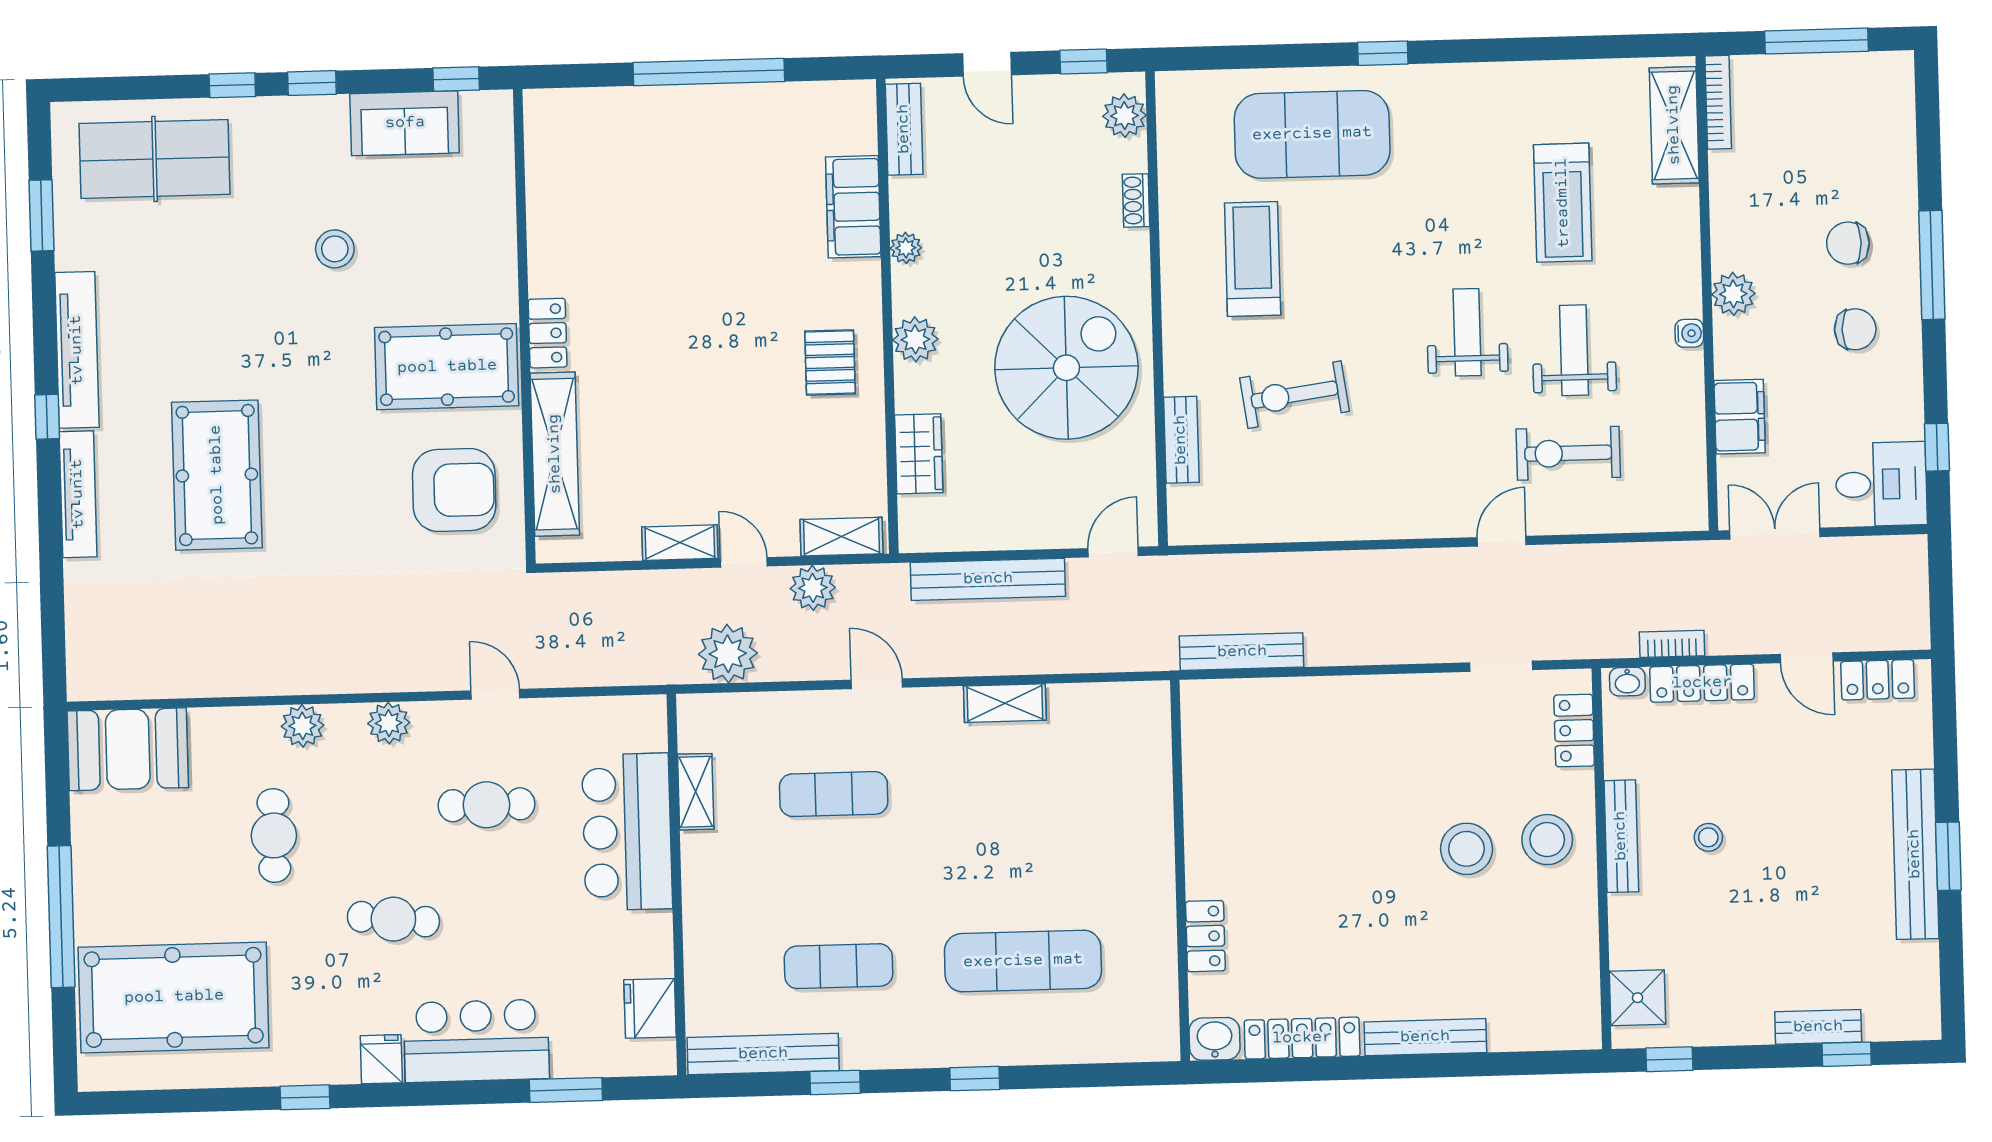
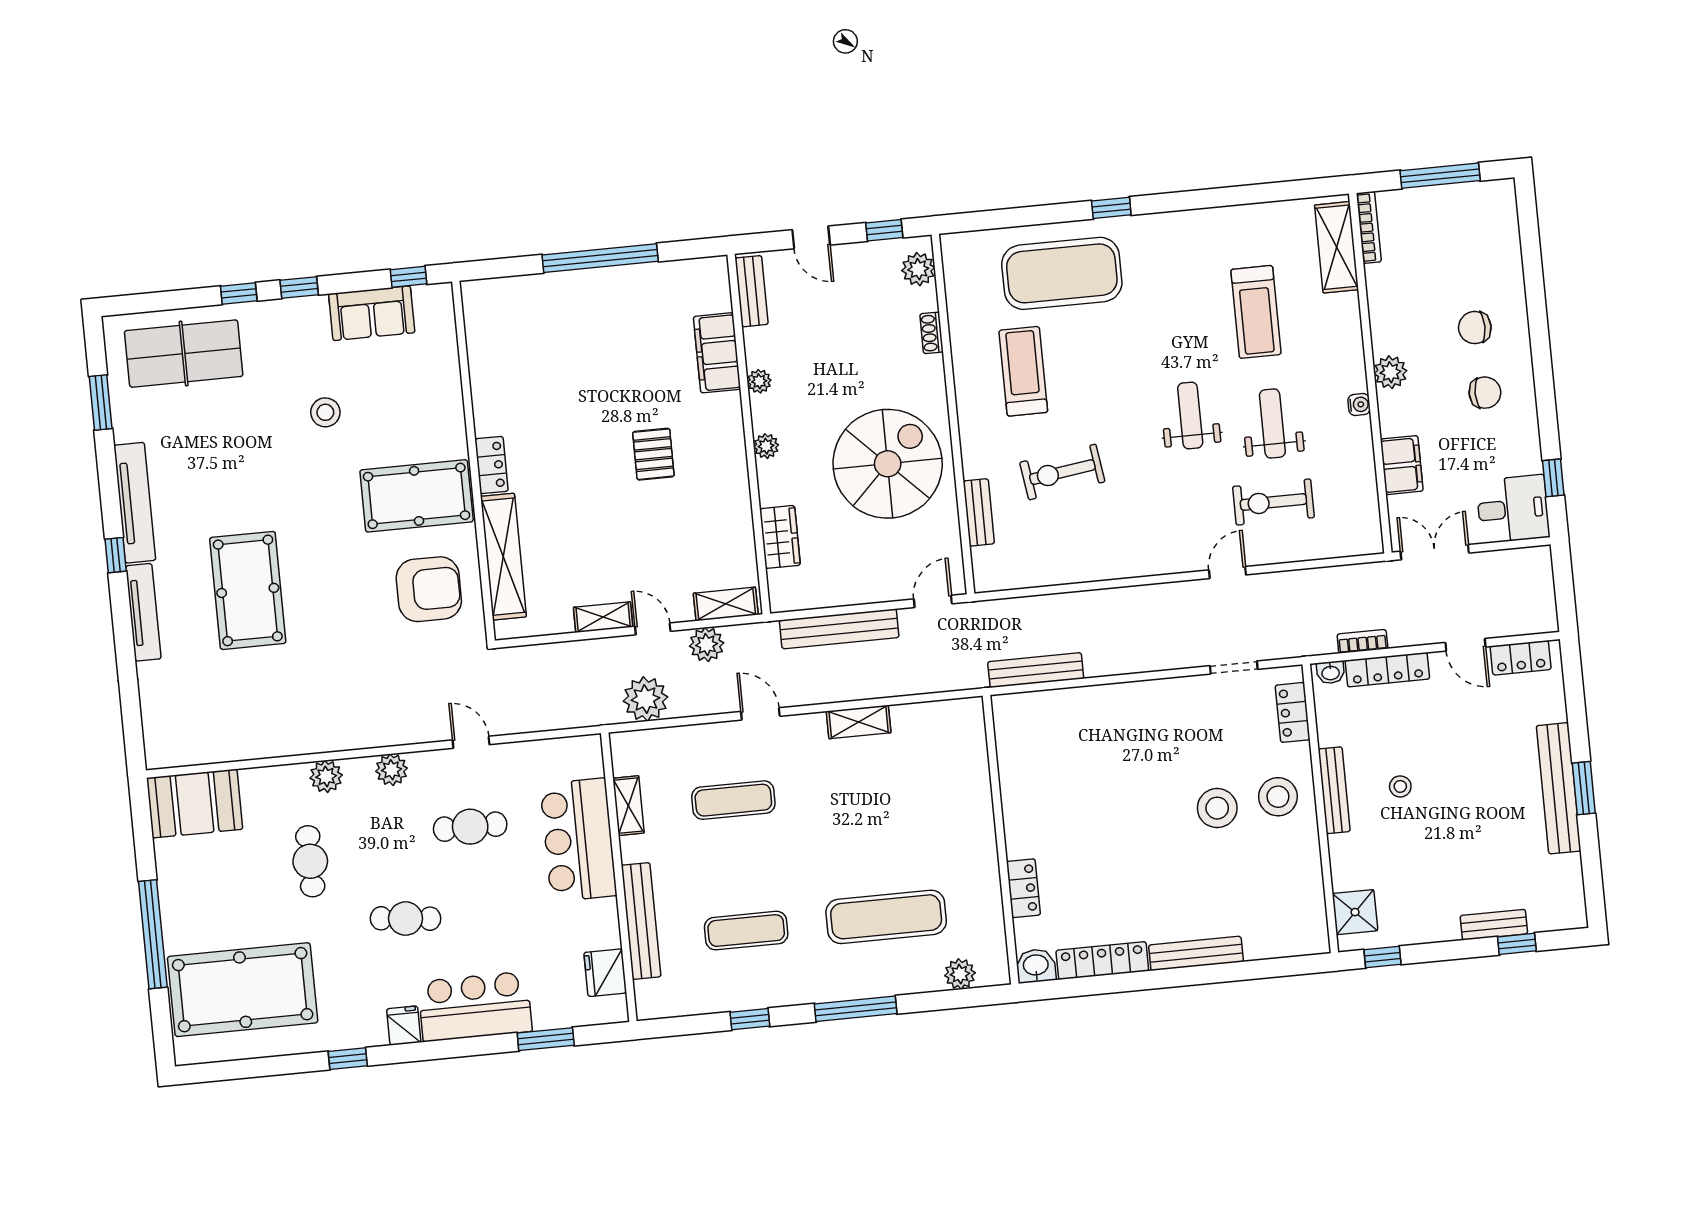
window: (1932, 265) -> (1540, 340), removed
plant: (915, 339) -> (766, 446), width x0.73, depth x0.73
pallet: (830, 362) -> (653, 454), moved
plant: (1114, 1043) -> (960, 974), added
bench: (763, 1054) -> (641, 921), moved, turned 90
window: (975, 1079) -> (856, 1009), width x2.17

